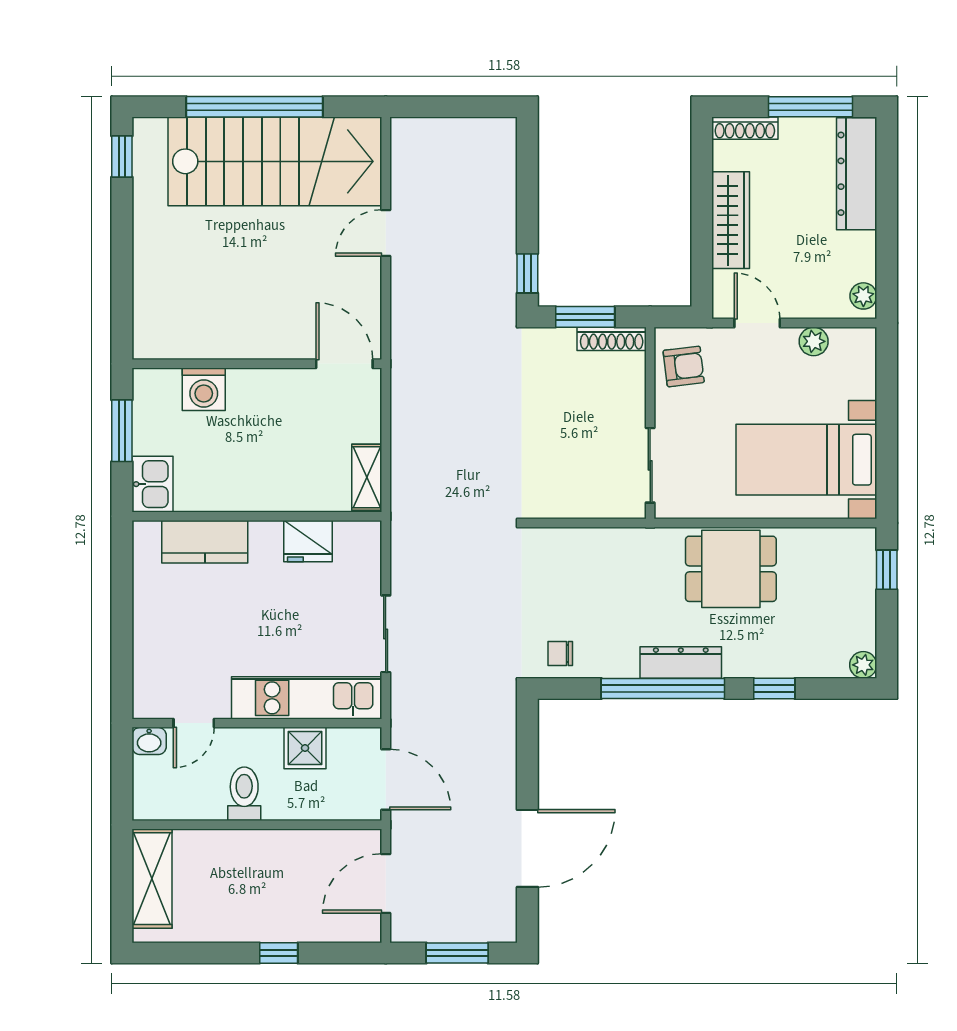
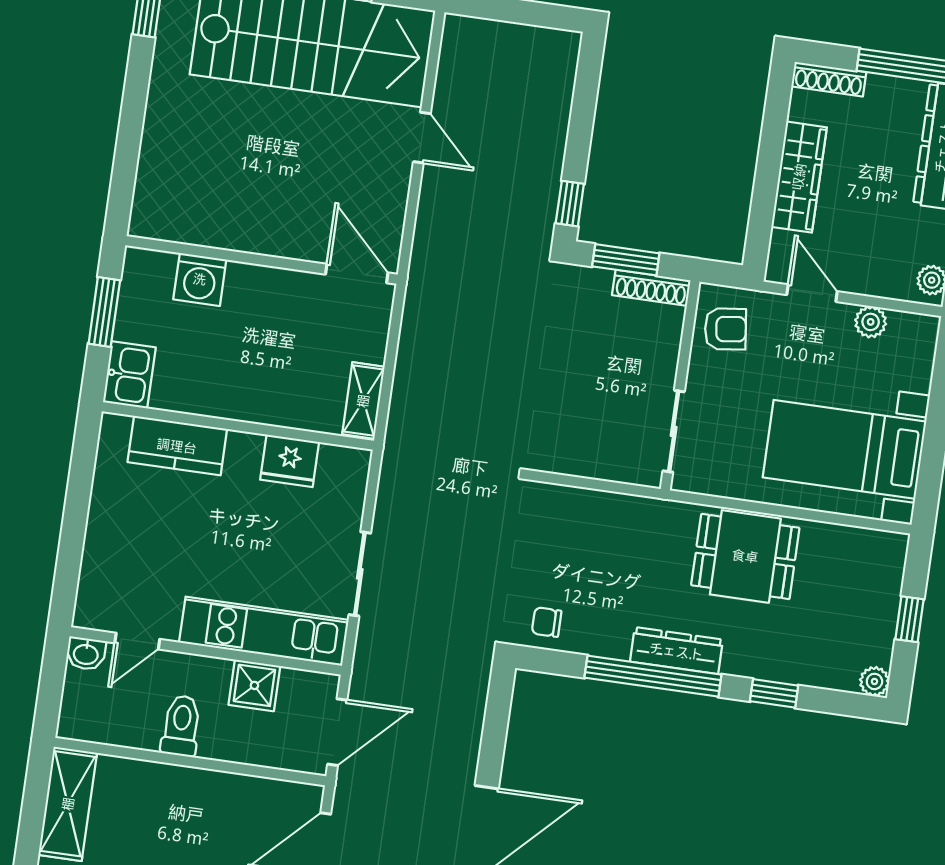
door: (386, 233) -> (422, 138), swing flipped
window: (887, 570) -> (910, 619), moved
door: (386, 779) -> (337, 732), hinge flipped

